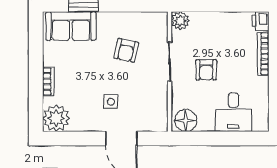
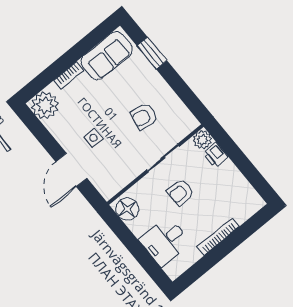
printer: (260, 21) -> (216, 155), moved, turned -90
sofa: (71, 26) -> (107, 56), moved, turned -90
bookcase: (263, 54) -> (218, 237), moved

